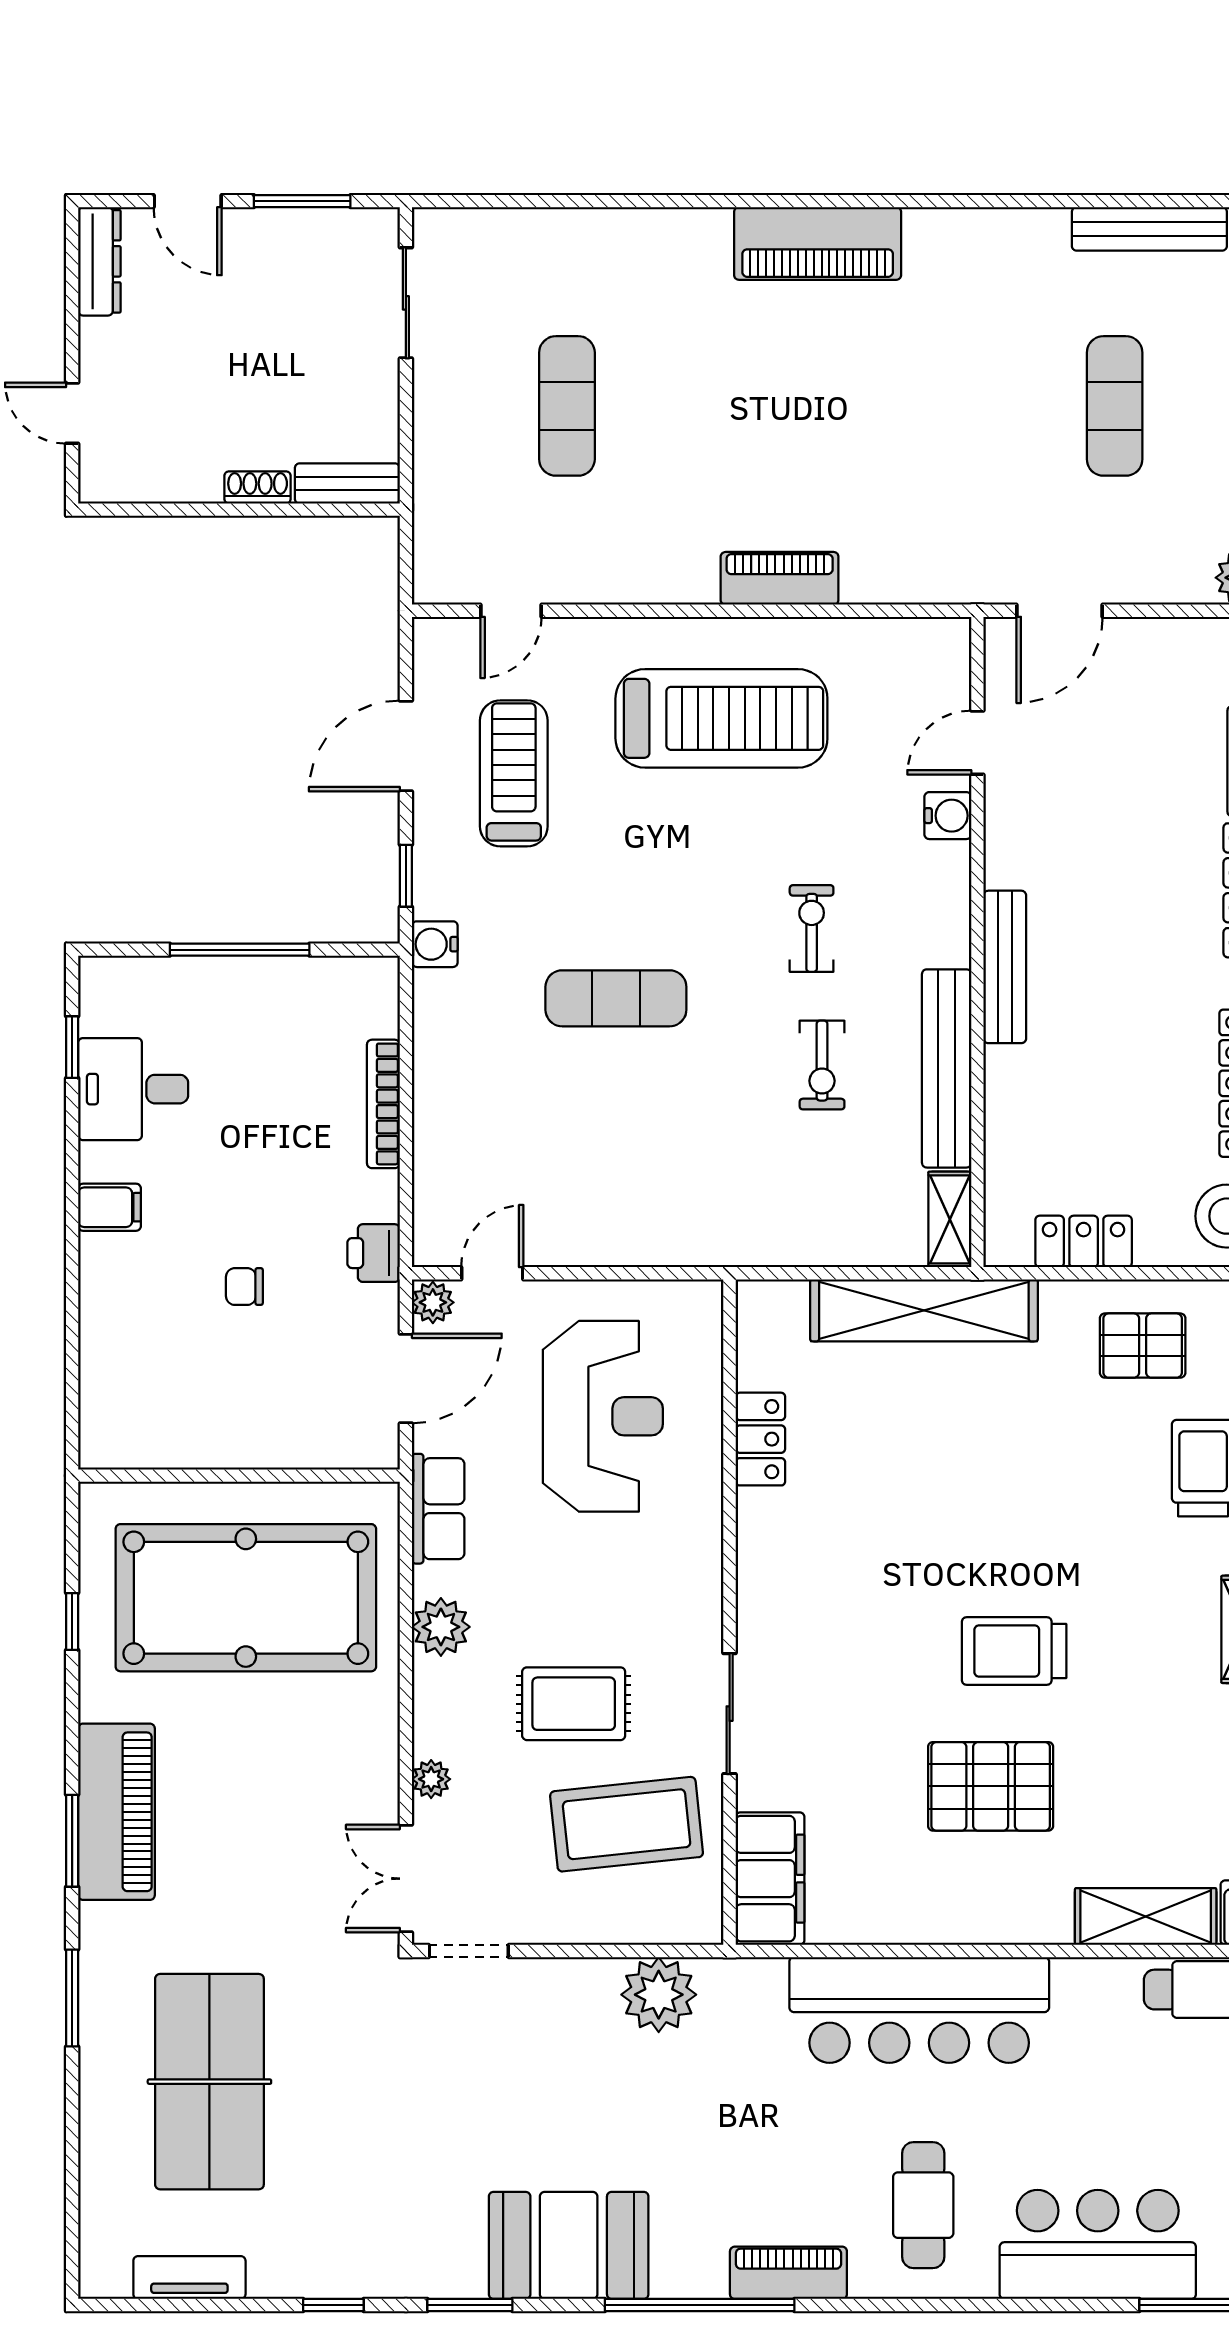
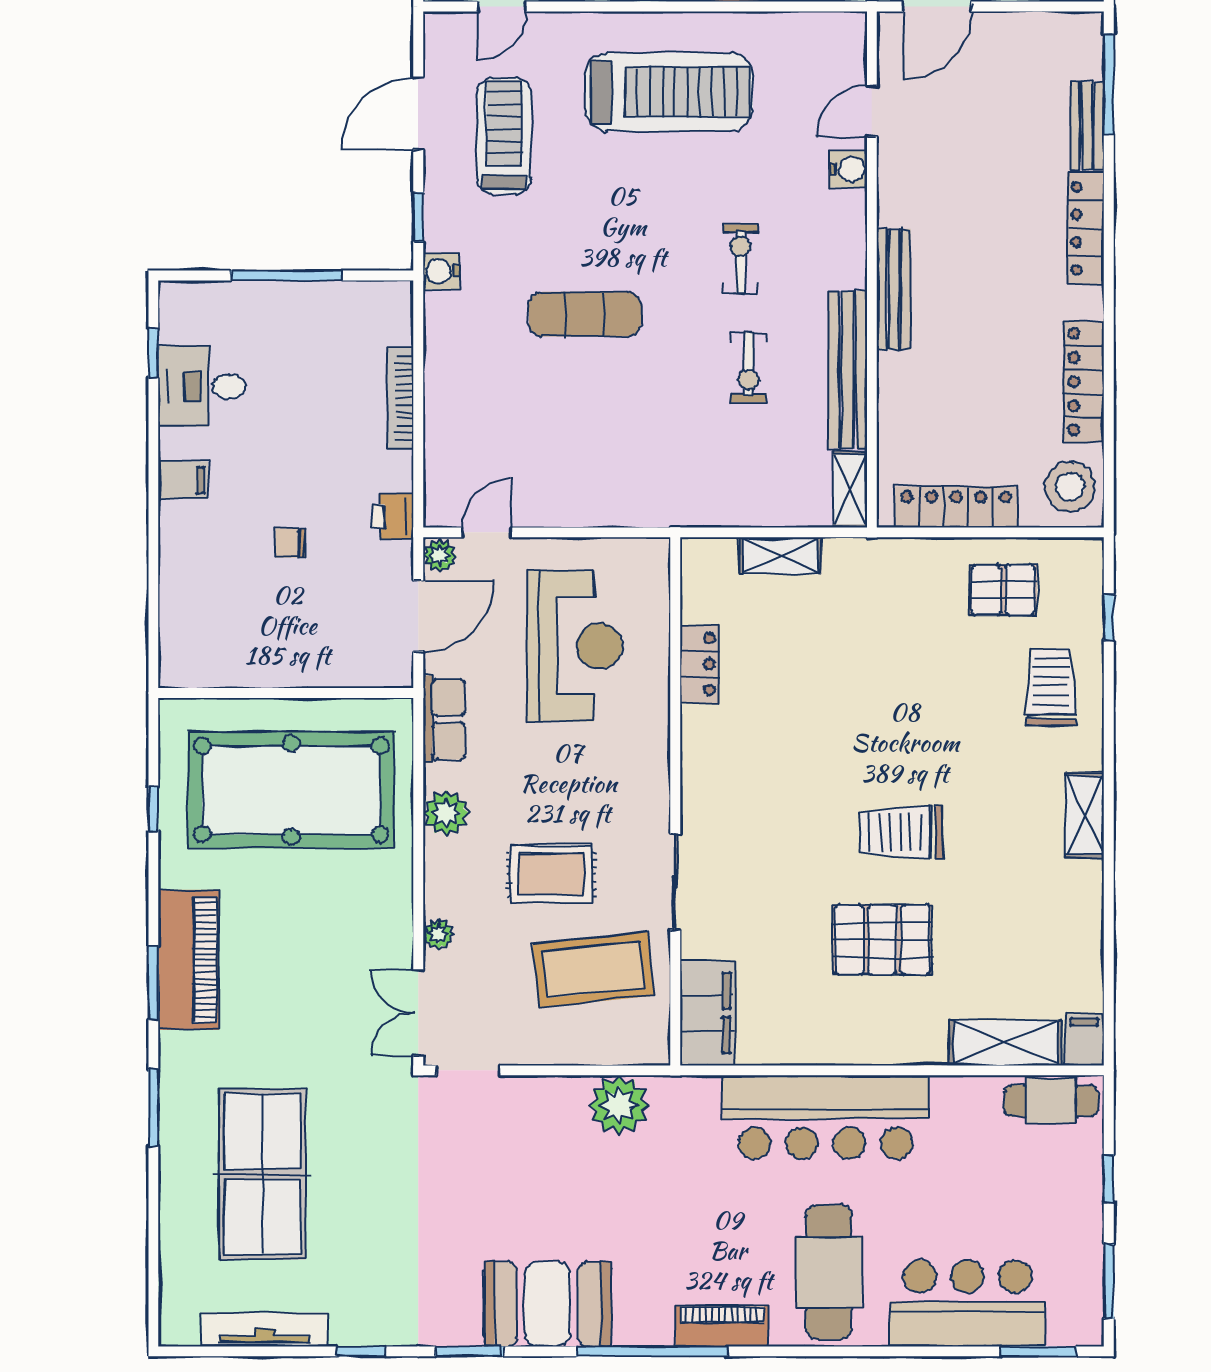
locker: (1084, 1241) -> (956, 507), width x1.53
shelving: (924, 1310) -> (780, 556), width x0.45, depth x0.75
cafe table: (923, 2205) -> (829, 1272), width x1.37, depth x1.35
tv unit: (189, 2278) -> (265, 1330), width x1.41

